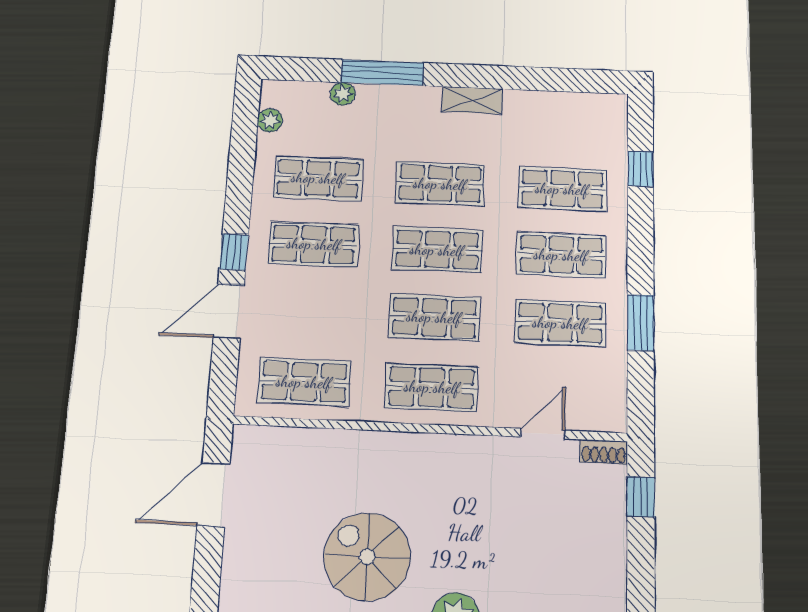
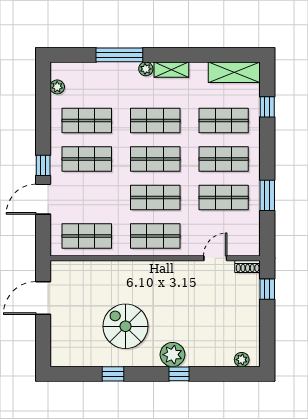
plant: (343, 94) -> (146, 69), moved
shelving: (582, 109) -> (234, 72), added

